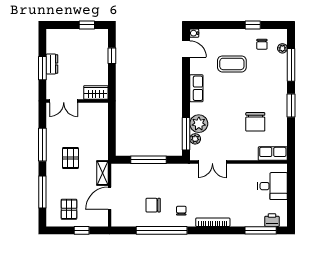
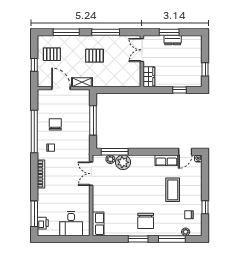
row of seats: (196, 88) -> (166, 160), moved
chair: (255, 122) -> (146, 221), moved, turned -90

